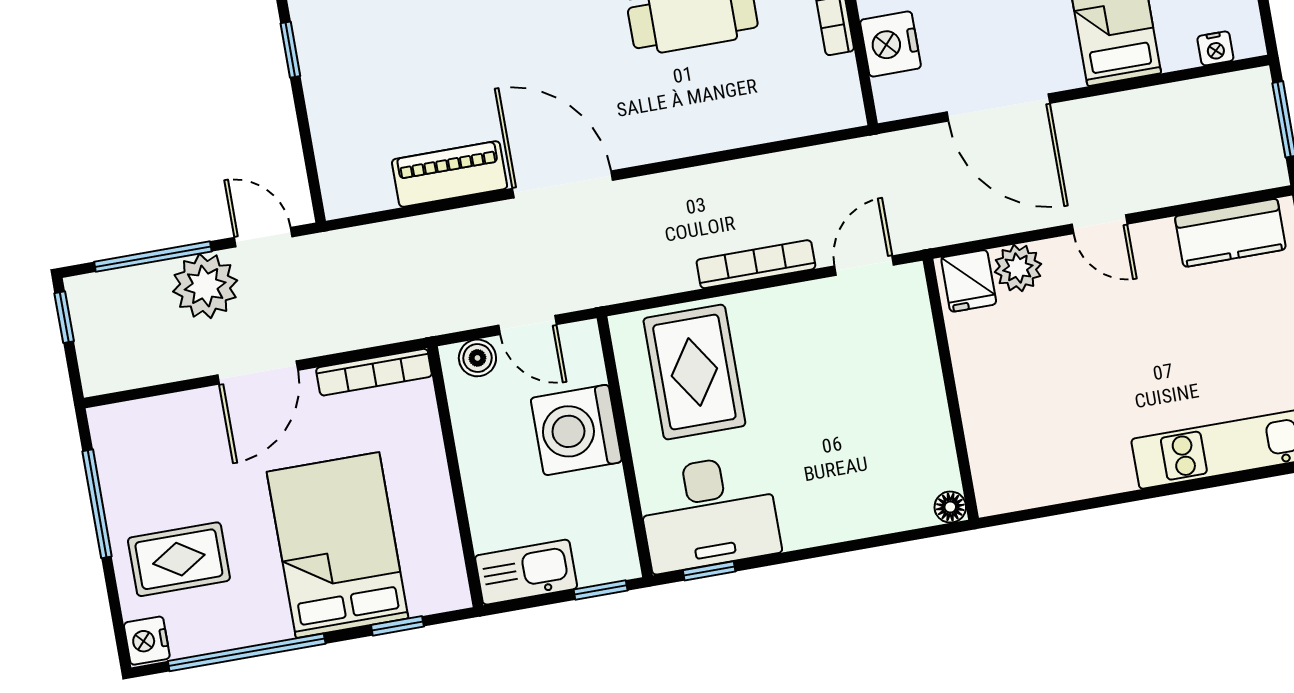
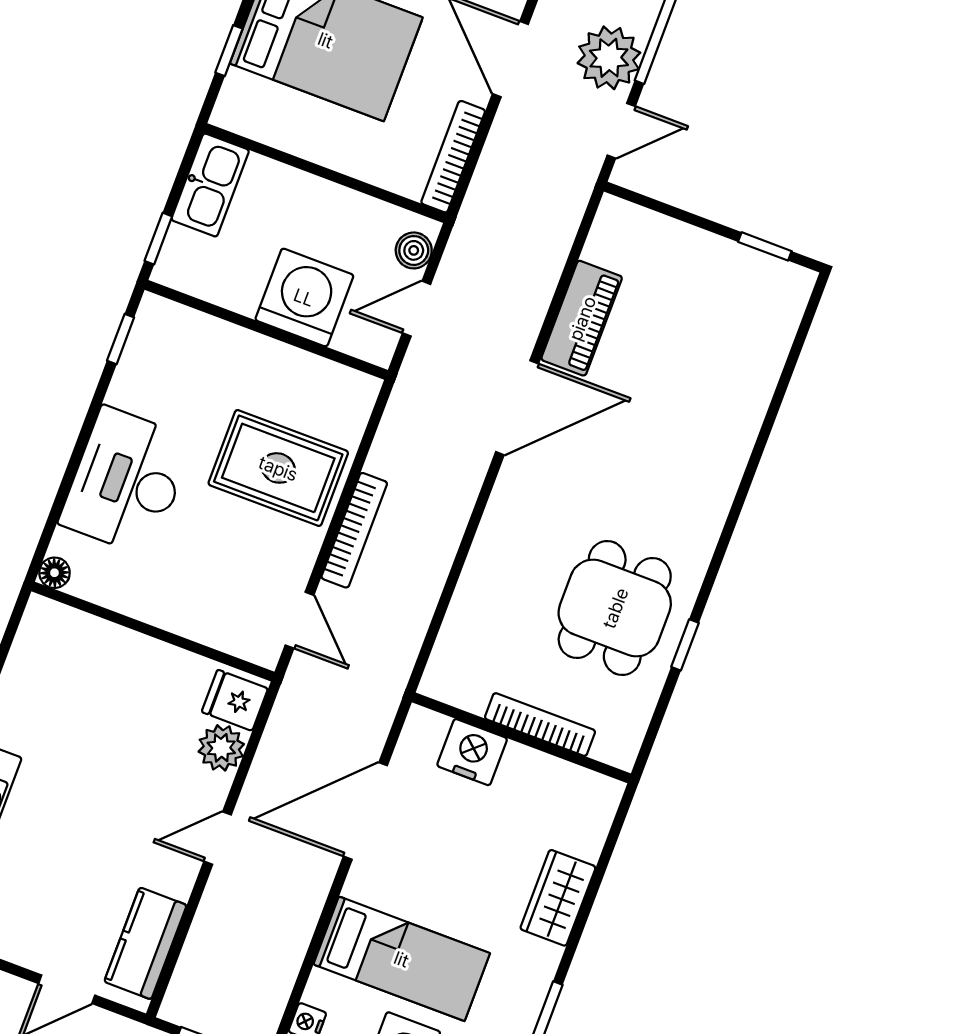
rug: (694, 372) -> (278, 468), moved
desk: (709, 513) -> (126, 481), moved

